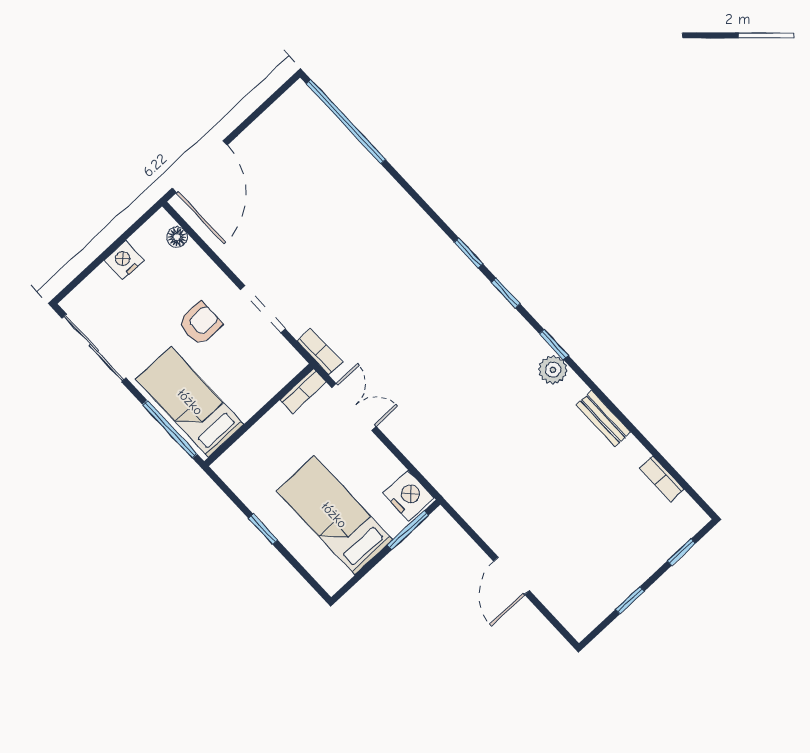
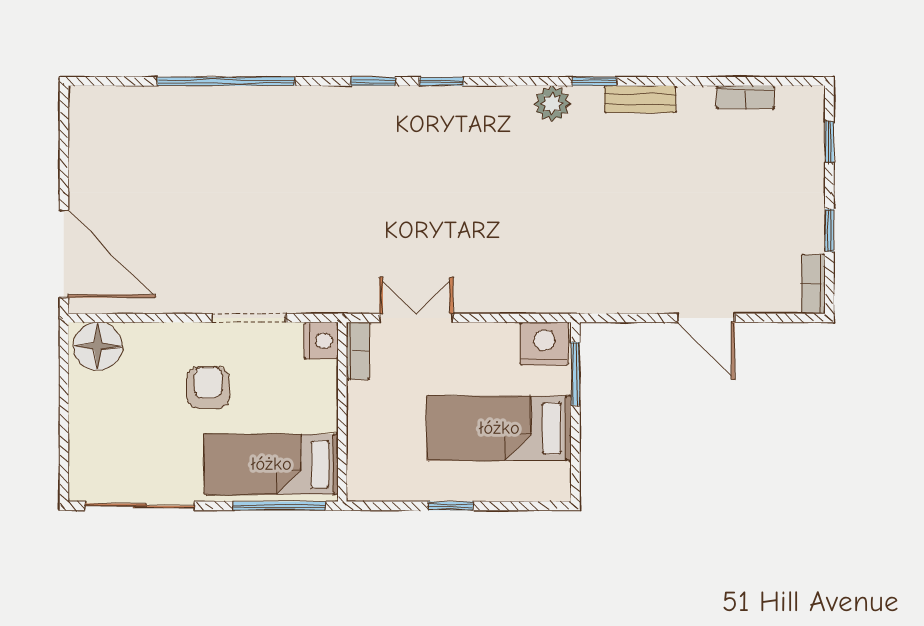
window: (346, 122) -> (226, 81), moved
floor lamp: (177, 237) -> (98, 346), width x1.89, depth x1.89
nightstand: (124, 260) -> (321, 341), moved, turned 180
window: (554, 345) -> (594, 81), moved
bookcase: (320, 352) -> (813, 284), moved, turned -90

